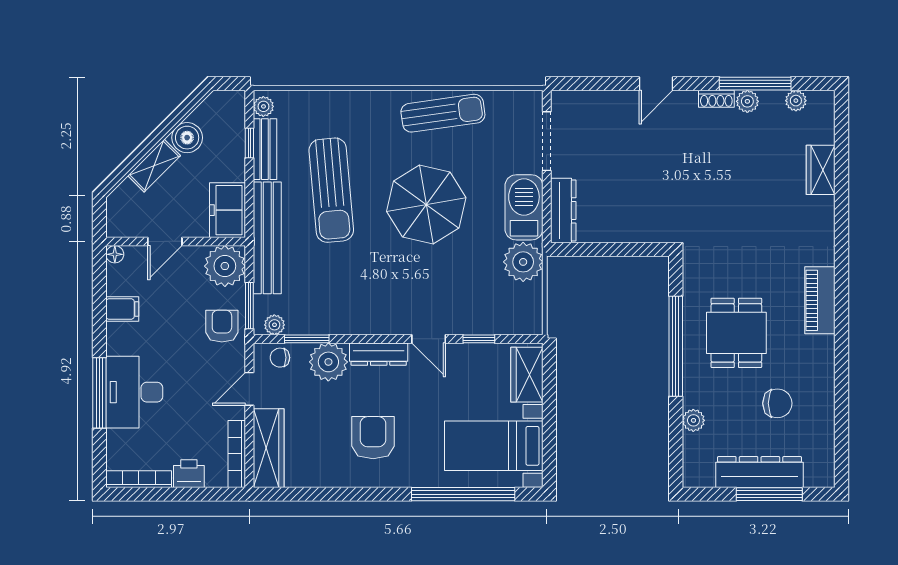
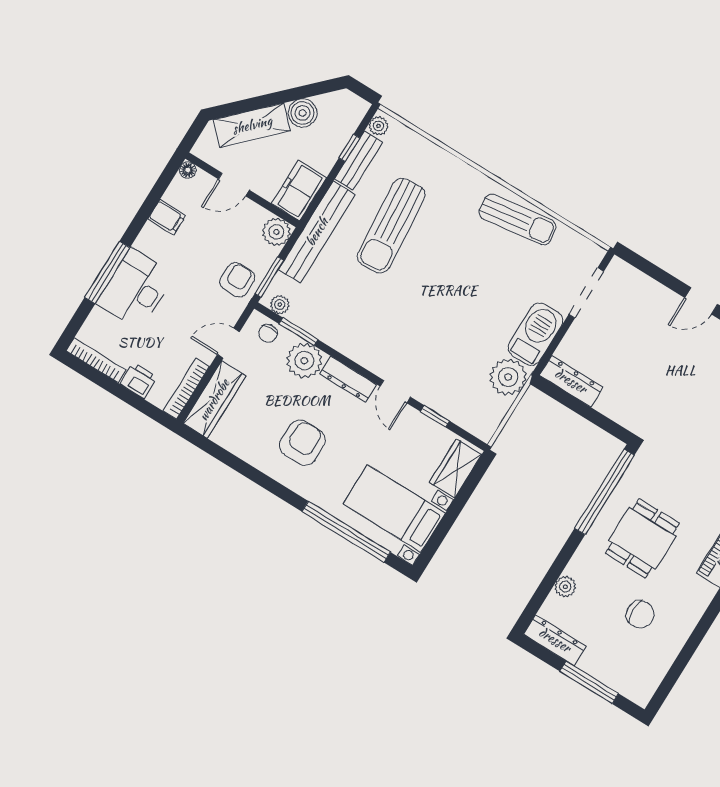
shelving: (154, 166) -> (252, 125), width x1.50, depth x1.33
parasol: (426, 204) -> (459, 284), removed
dresser: (563, 210) -> (571, 381), moved, turned -90
plant: (225, 266) -> (276, 232), width x0.73, depth x0.73
window: (676, 346) -> (605, 492), moved
chair: (280, 358) -> (268, 333), turned -94
dresser: (759, 472) -> (555, 640), moved, width x0.73, depth x0.80

